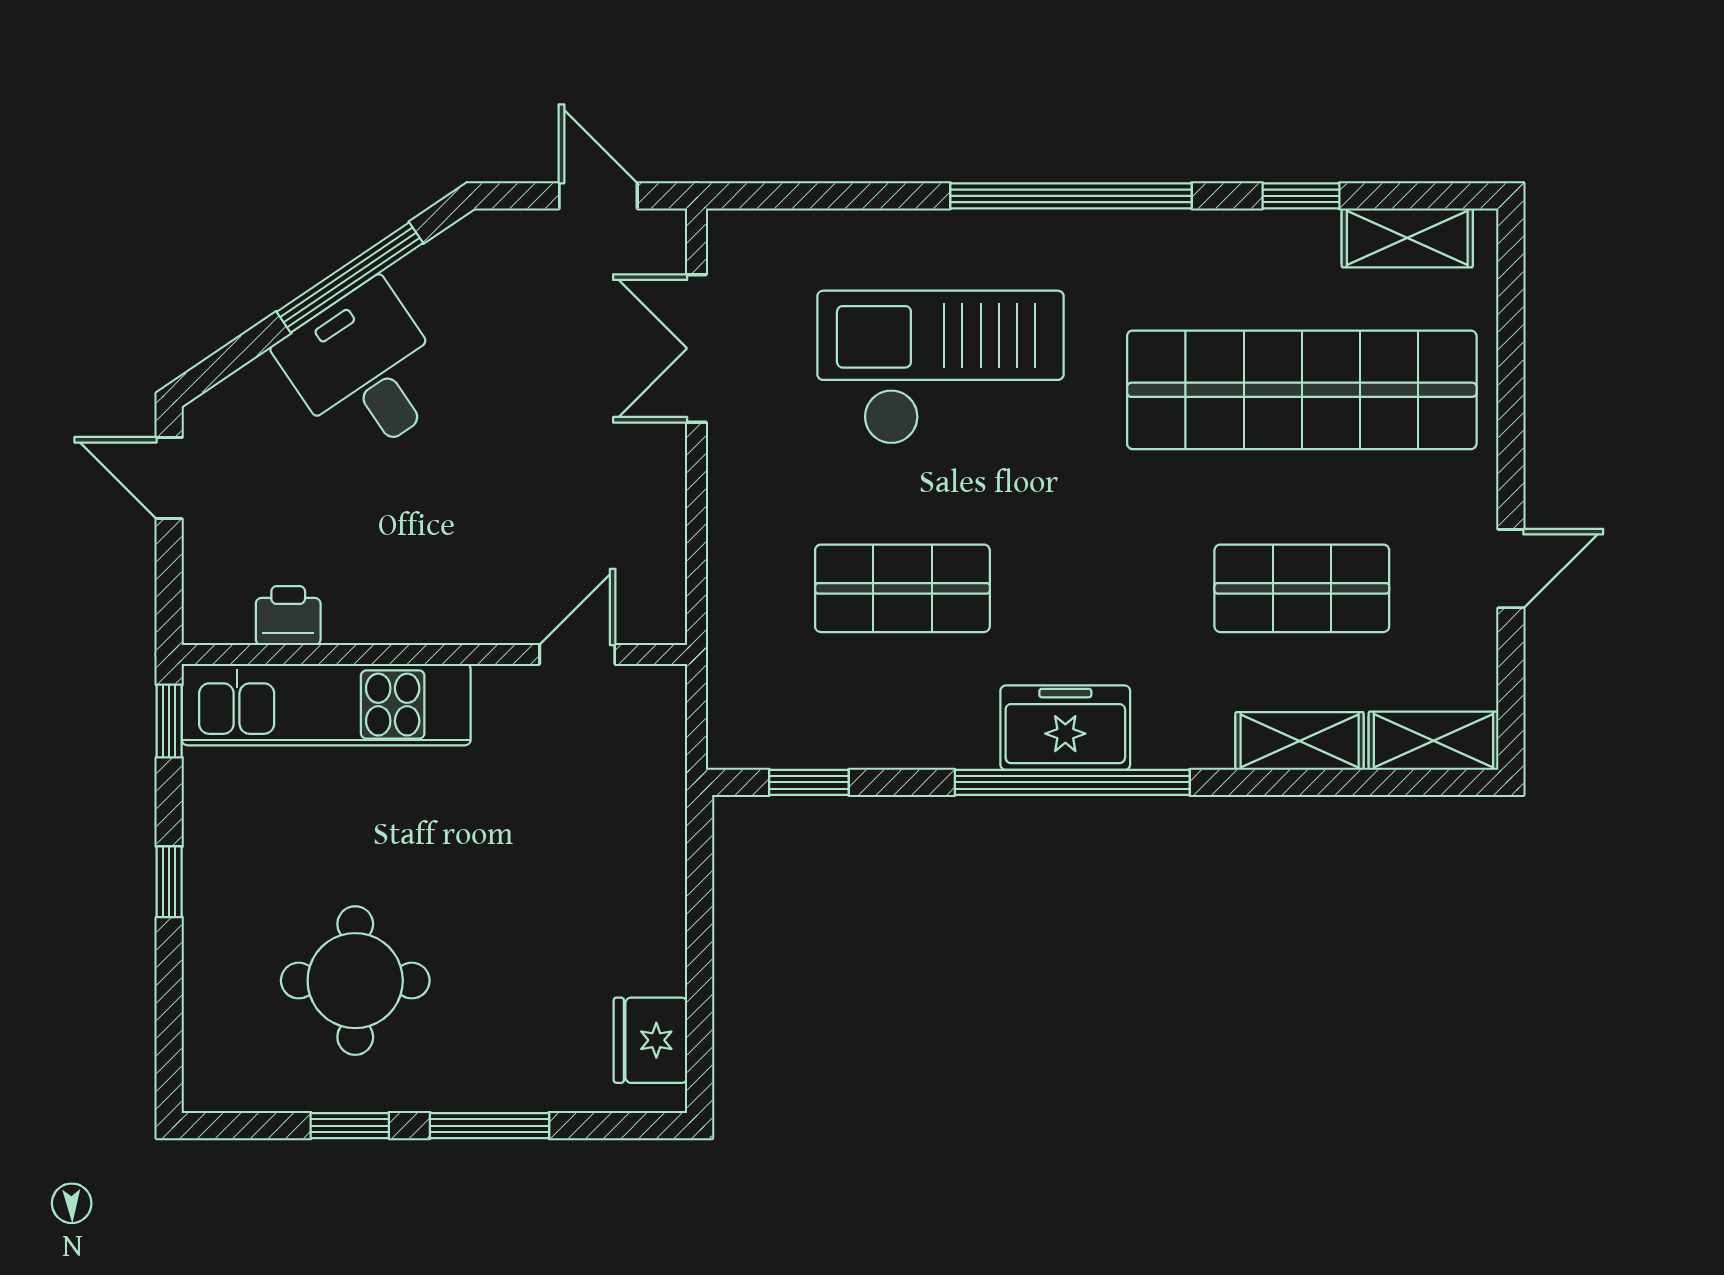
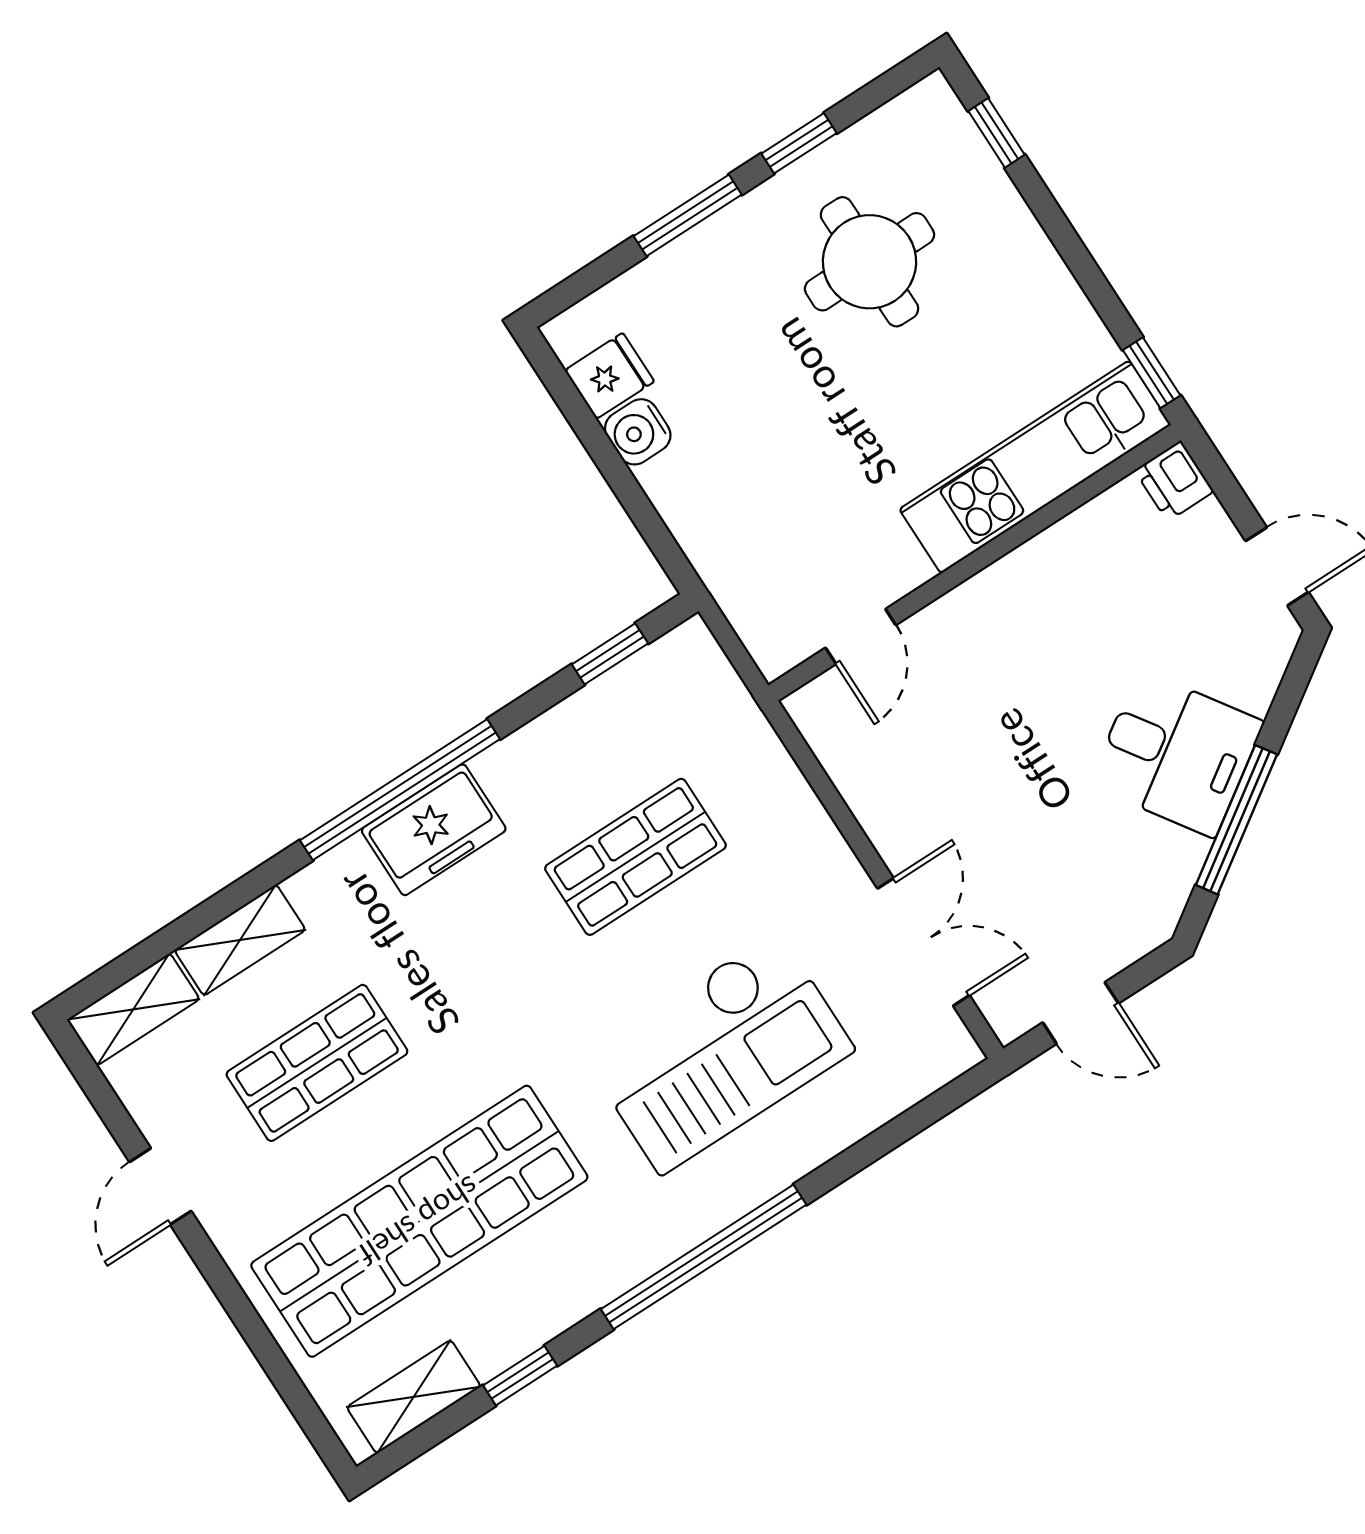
printer: (288, 616) -> (1174, 481), moved, turned 90
window: (169, 882) -> (997, 133), moved
water cooler: (657, 963) -> (638, 432), added
fridge: (650, 1040) -> (609, 376), width x0.72

